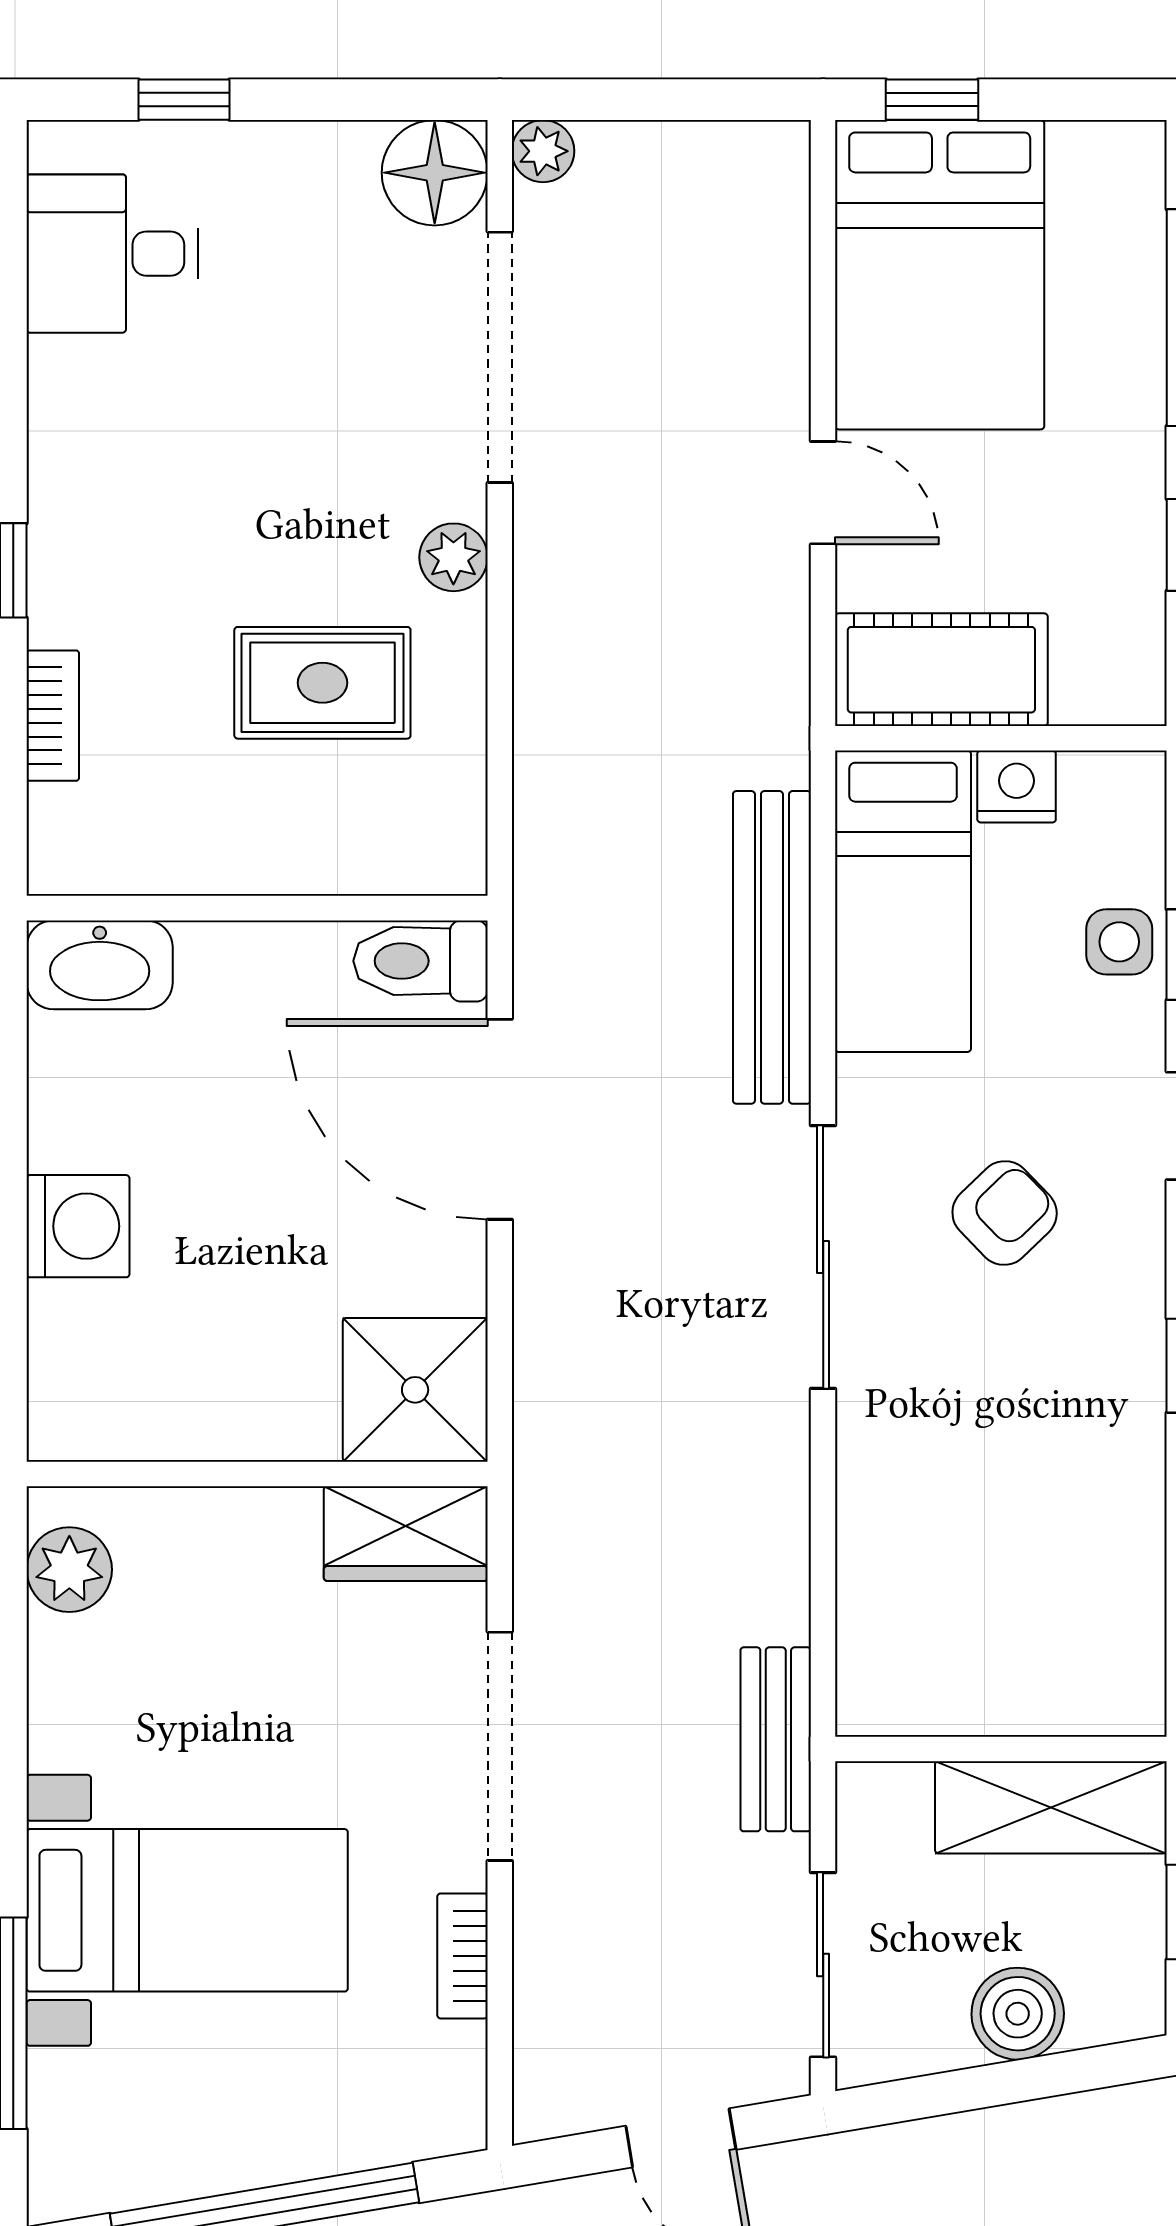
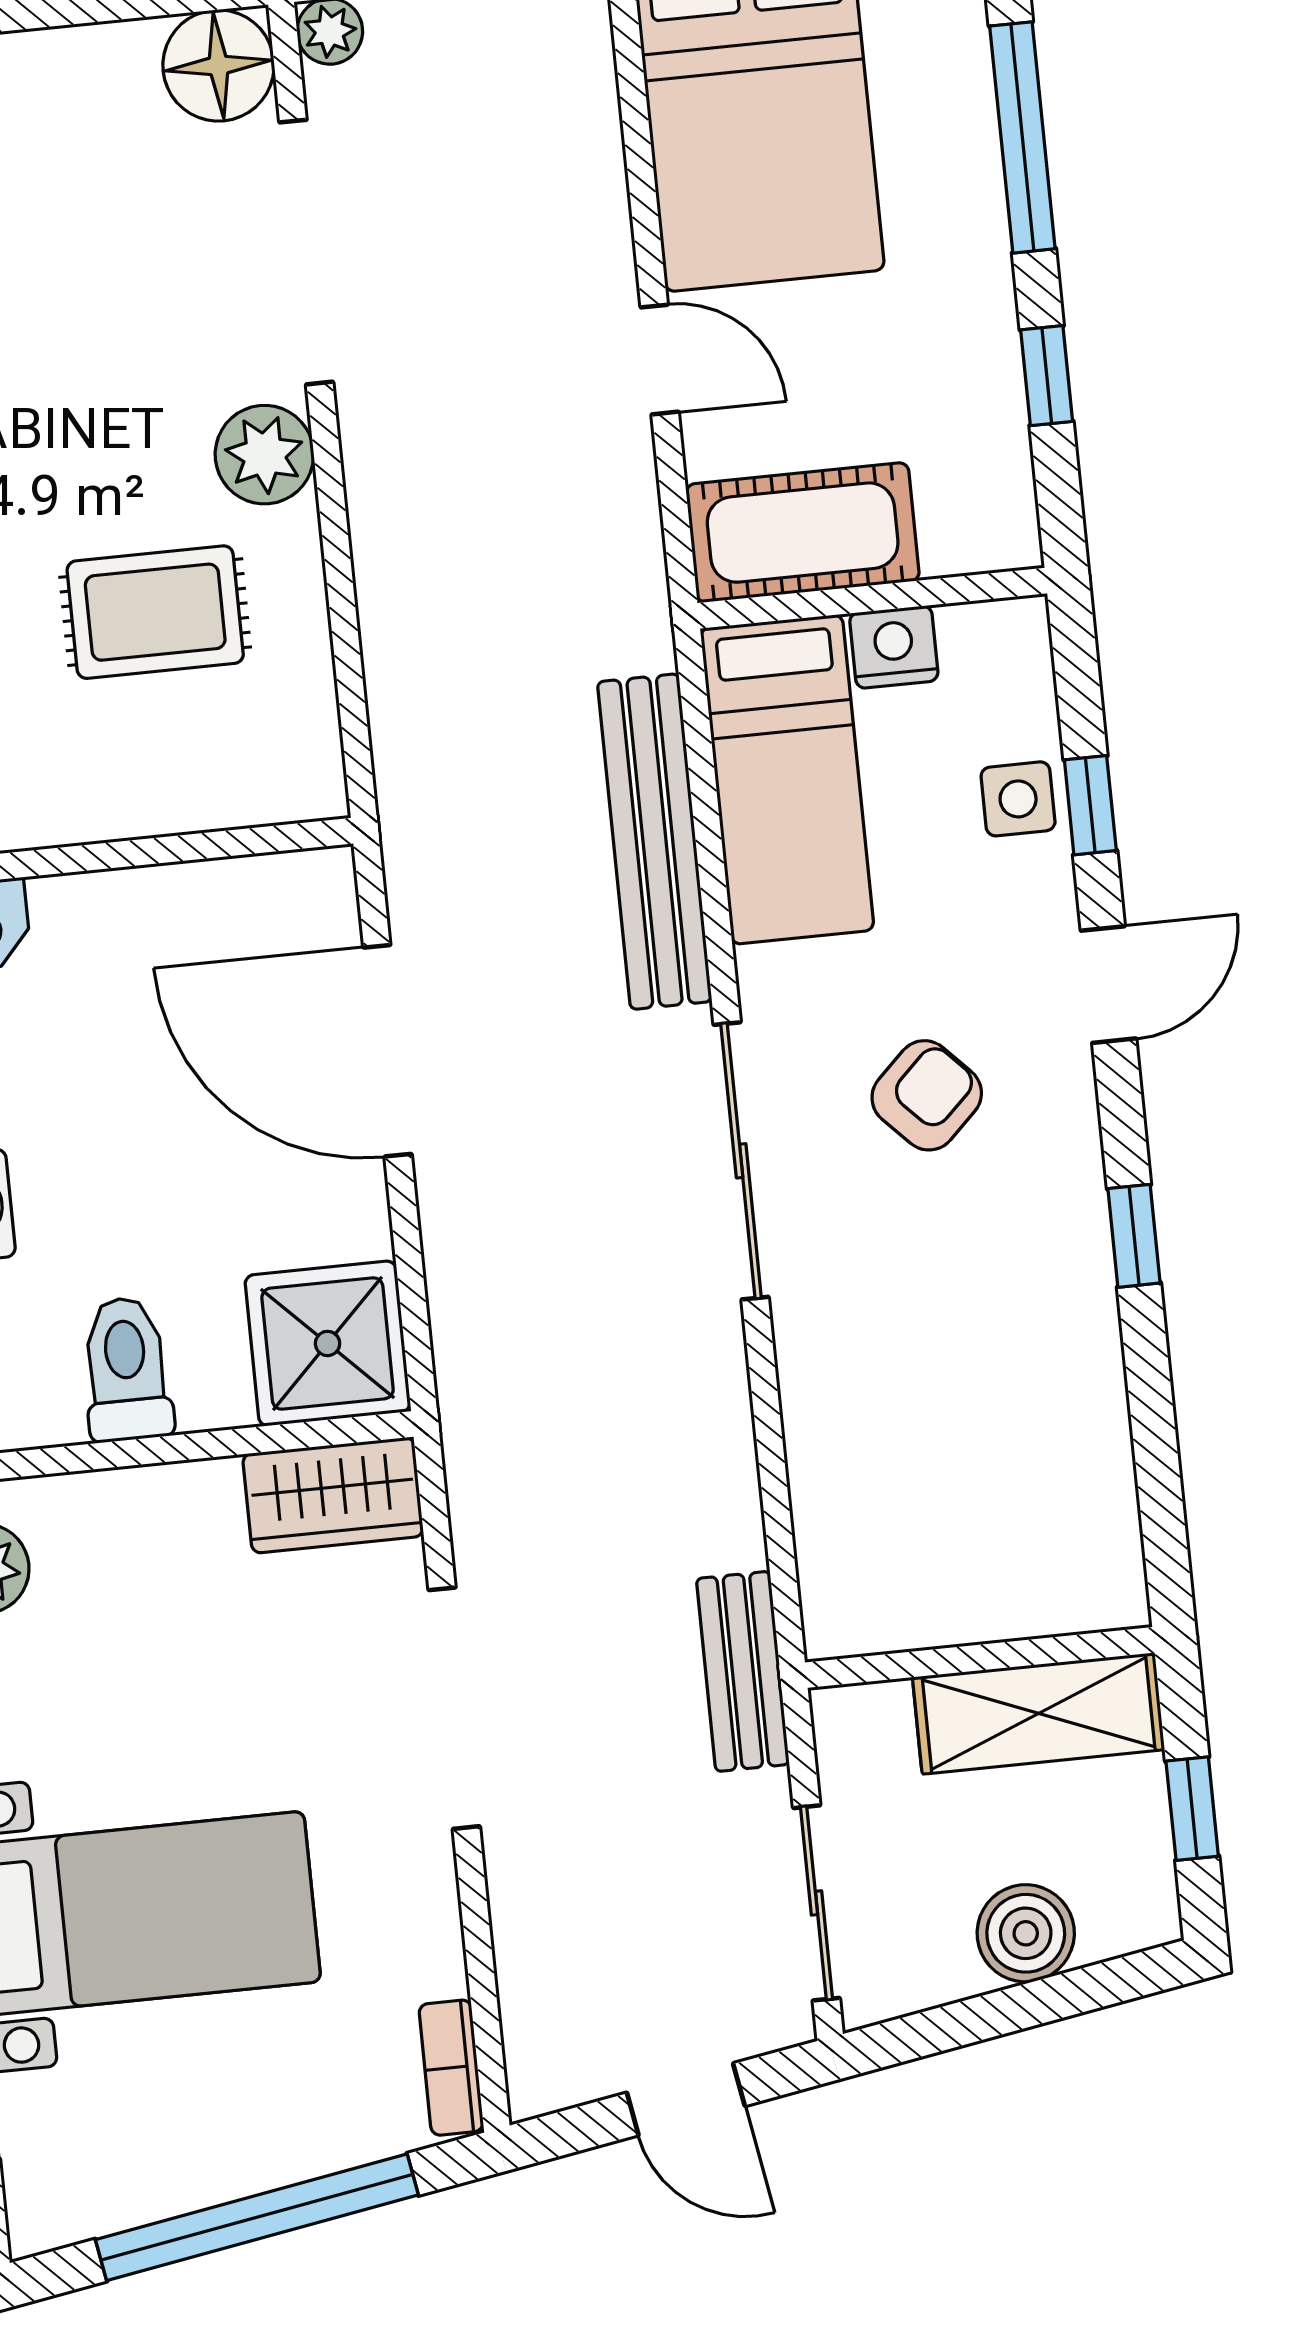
plant: (453, 557) -> (264, 455), width x1.38, depth x1.38
toilet: (420, 961) -> (127, 1369), moved, turned 90
bookcase: (462, 1956) -> (451, 2068), moved

